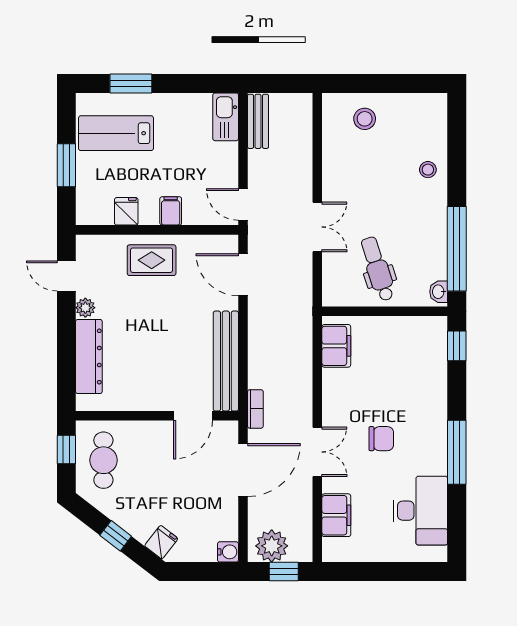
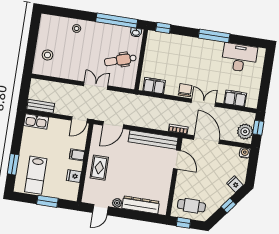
chair: (381, 439) -> (185, 90), moved

